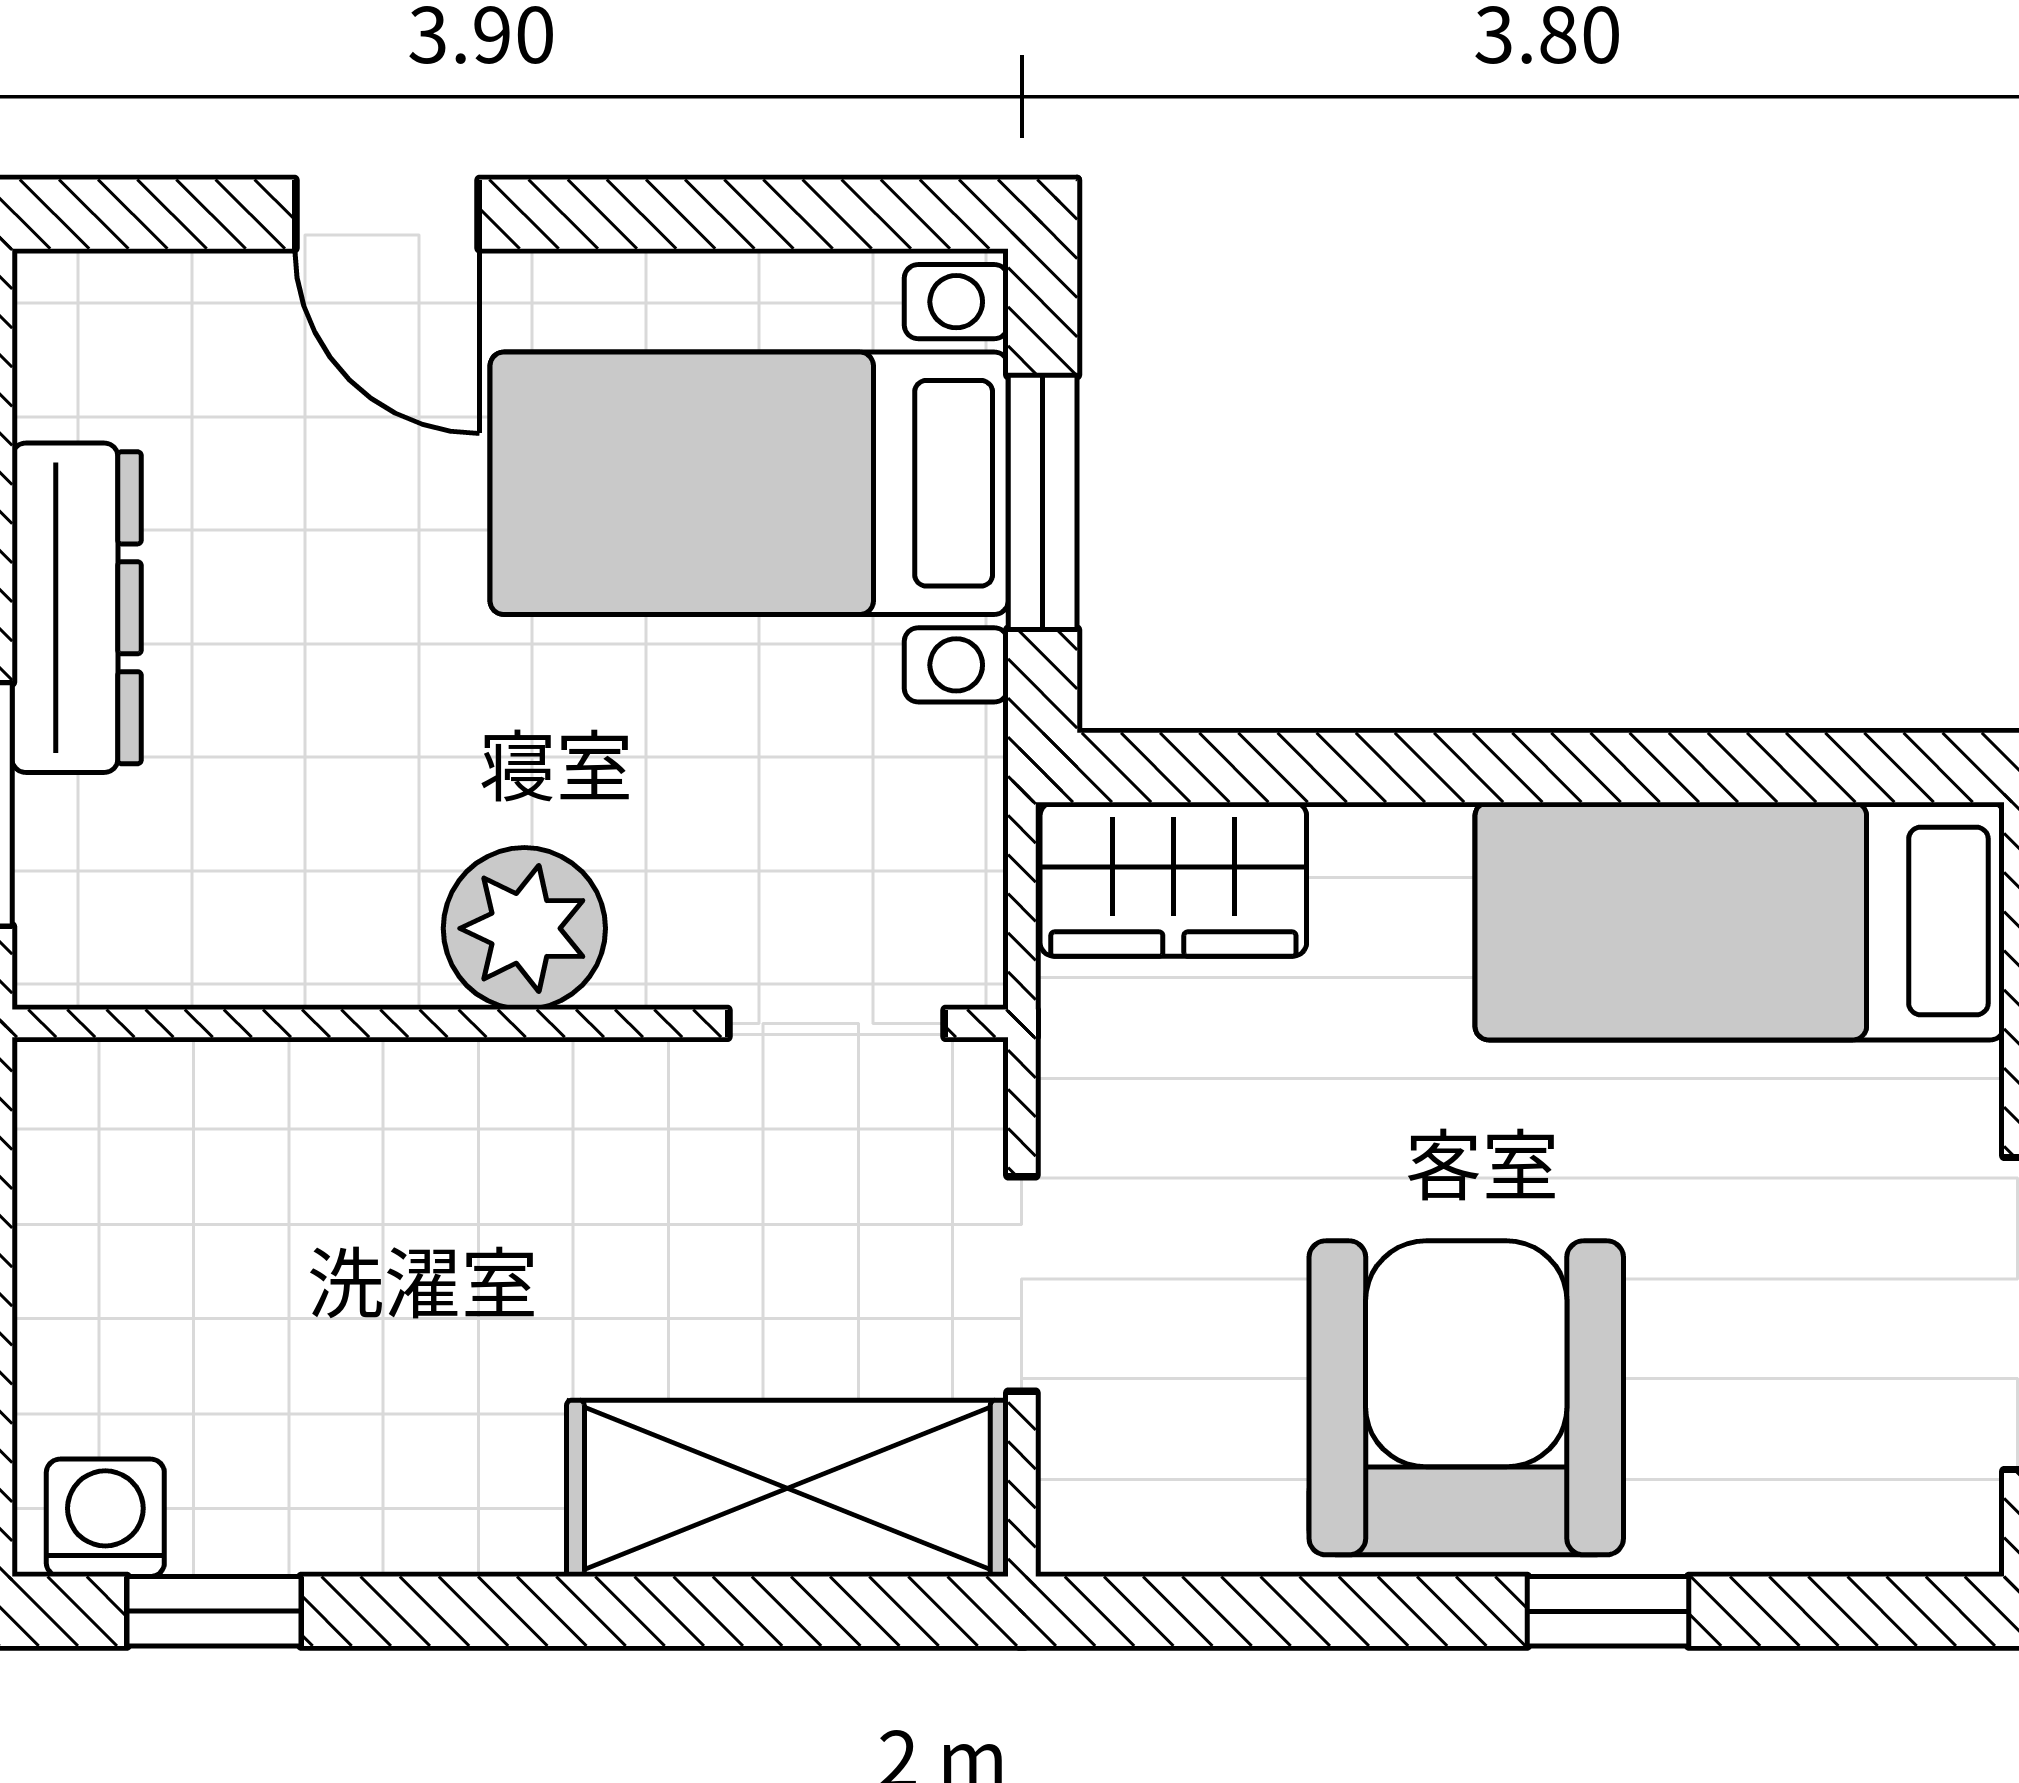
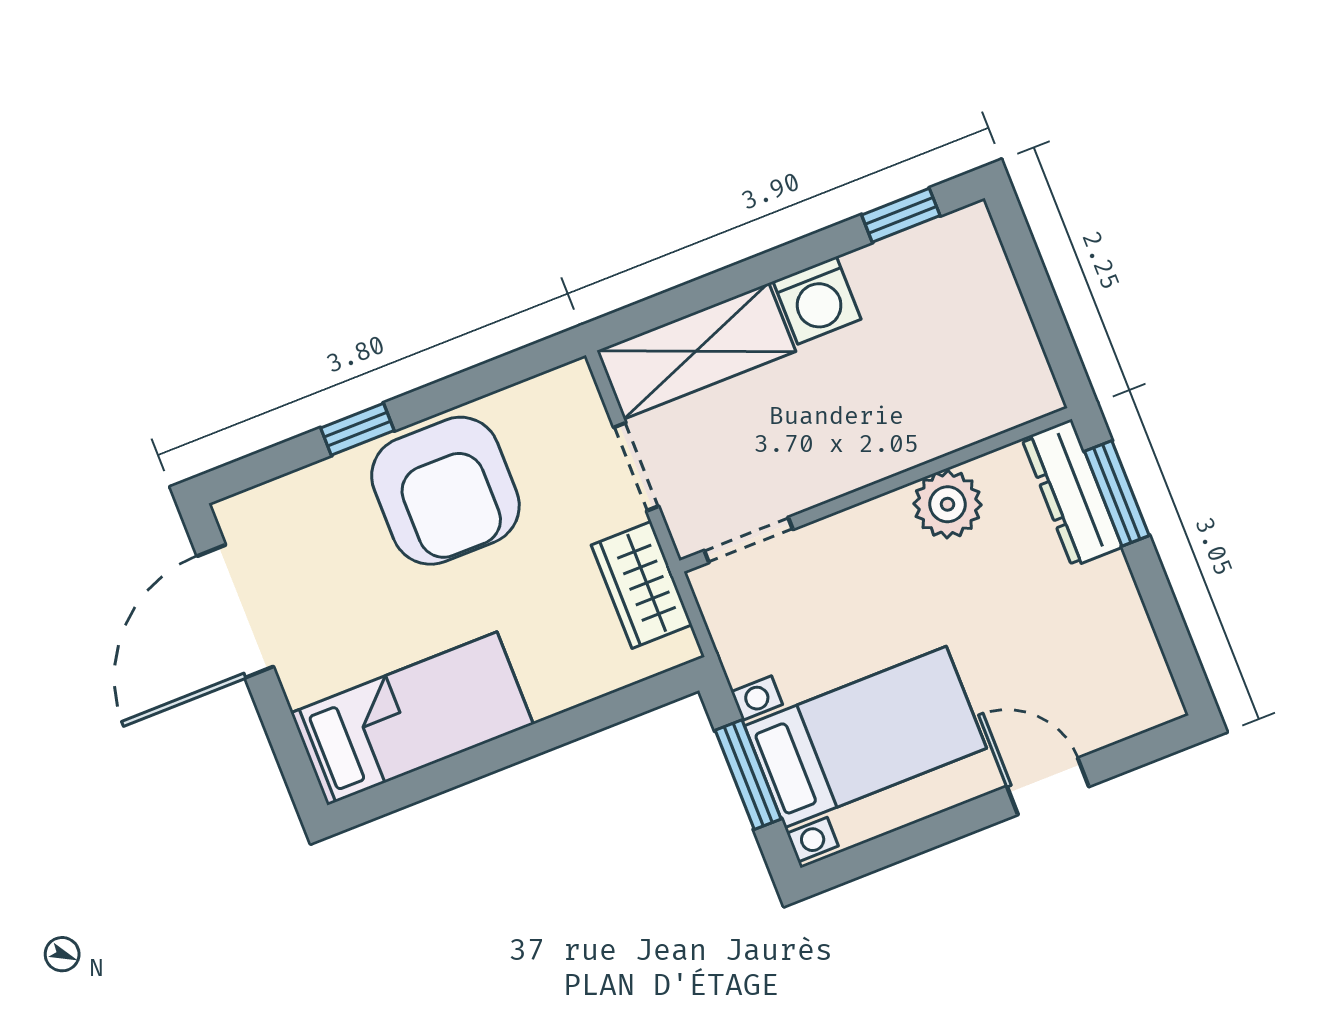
dresser: (77, 608) -> (1072, 493), moved
wardrobe: (1173, 879) -> (642, 585), moved, turned -90
plant: (524, 928) -> (948, 504), moved
washing machine: (105, 1518) -> (817, 300), moved, width x1.38, depth x1.38

